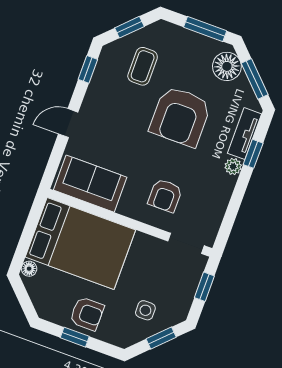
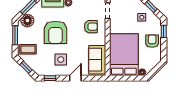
coffee table: (143, 66) -> (28, 49), moved
side table: (119, 107) -> (61, 60), added
armchair: (180, 116) -> (56, 32), turned 90
door: (68, 123) -> (75, 78), swing flipped
window: (75, 337) -> (164, 31), moved

